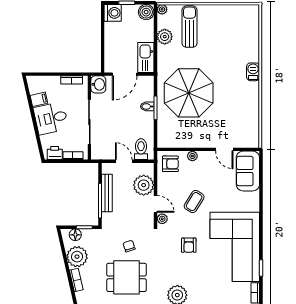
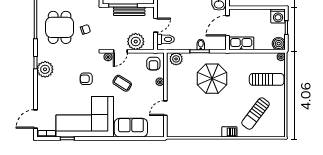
plant: (165, 37) -> (176, 59), moved
sun lounger: (231, 40) -> (256, 114), added
door: (125, 74) -> (227, 26), hinge flipped
parasol: (189, 93) -> (212, 79), width x0.73, depth x0.73
sofa: (248, 171) -> (131, 128), moved

